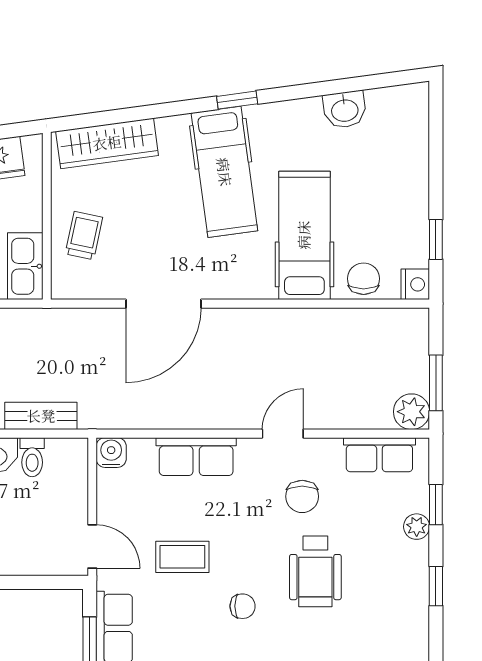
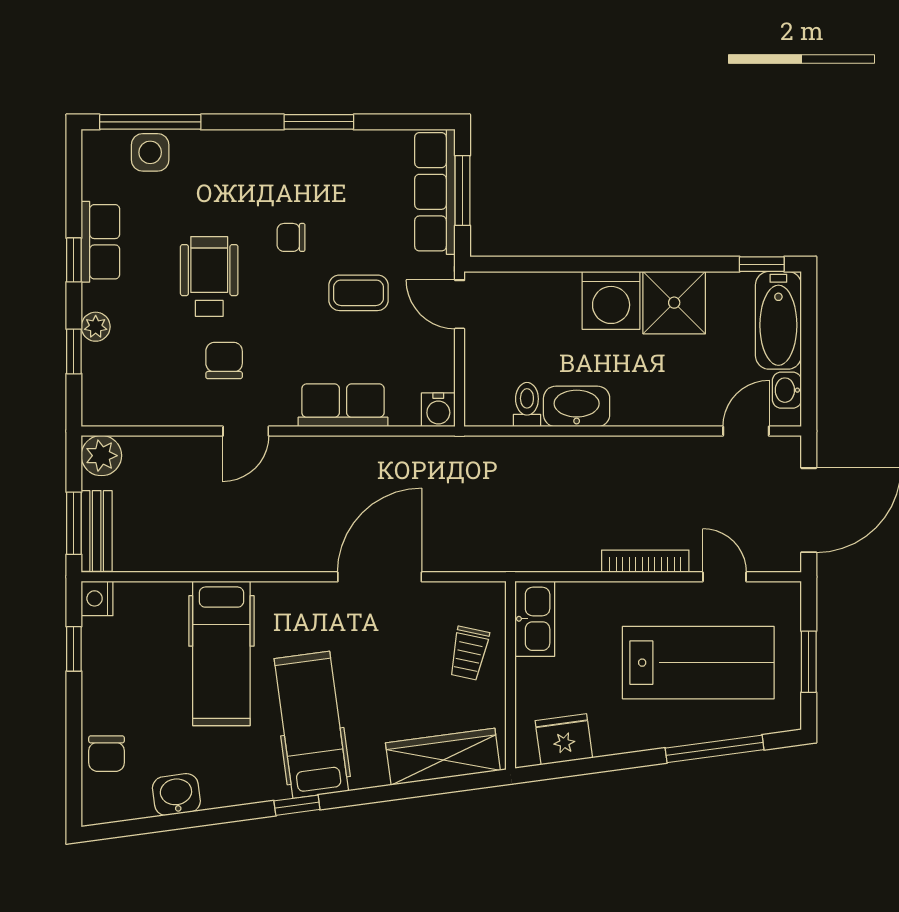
chair: (364, 279) -> (107, 754), moved
window: (436, 383) -> (74, 523), moved
bench: (41, 416) -> (97, 531), moved, turned 90
row of seats: (379, 455) -> (100, 242), moved, turned 90

